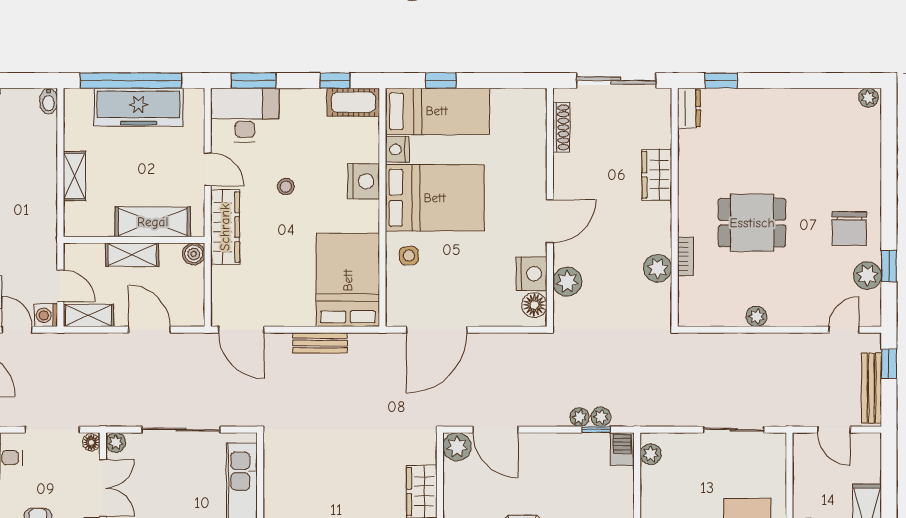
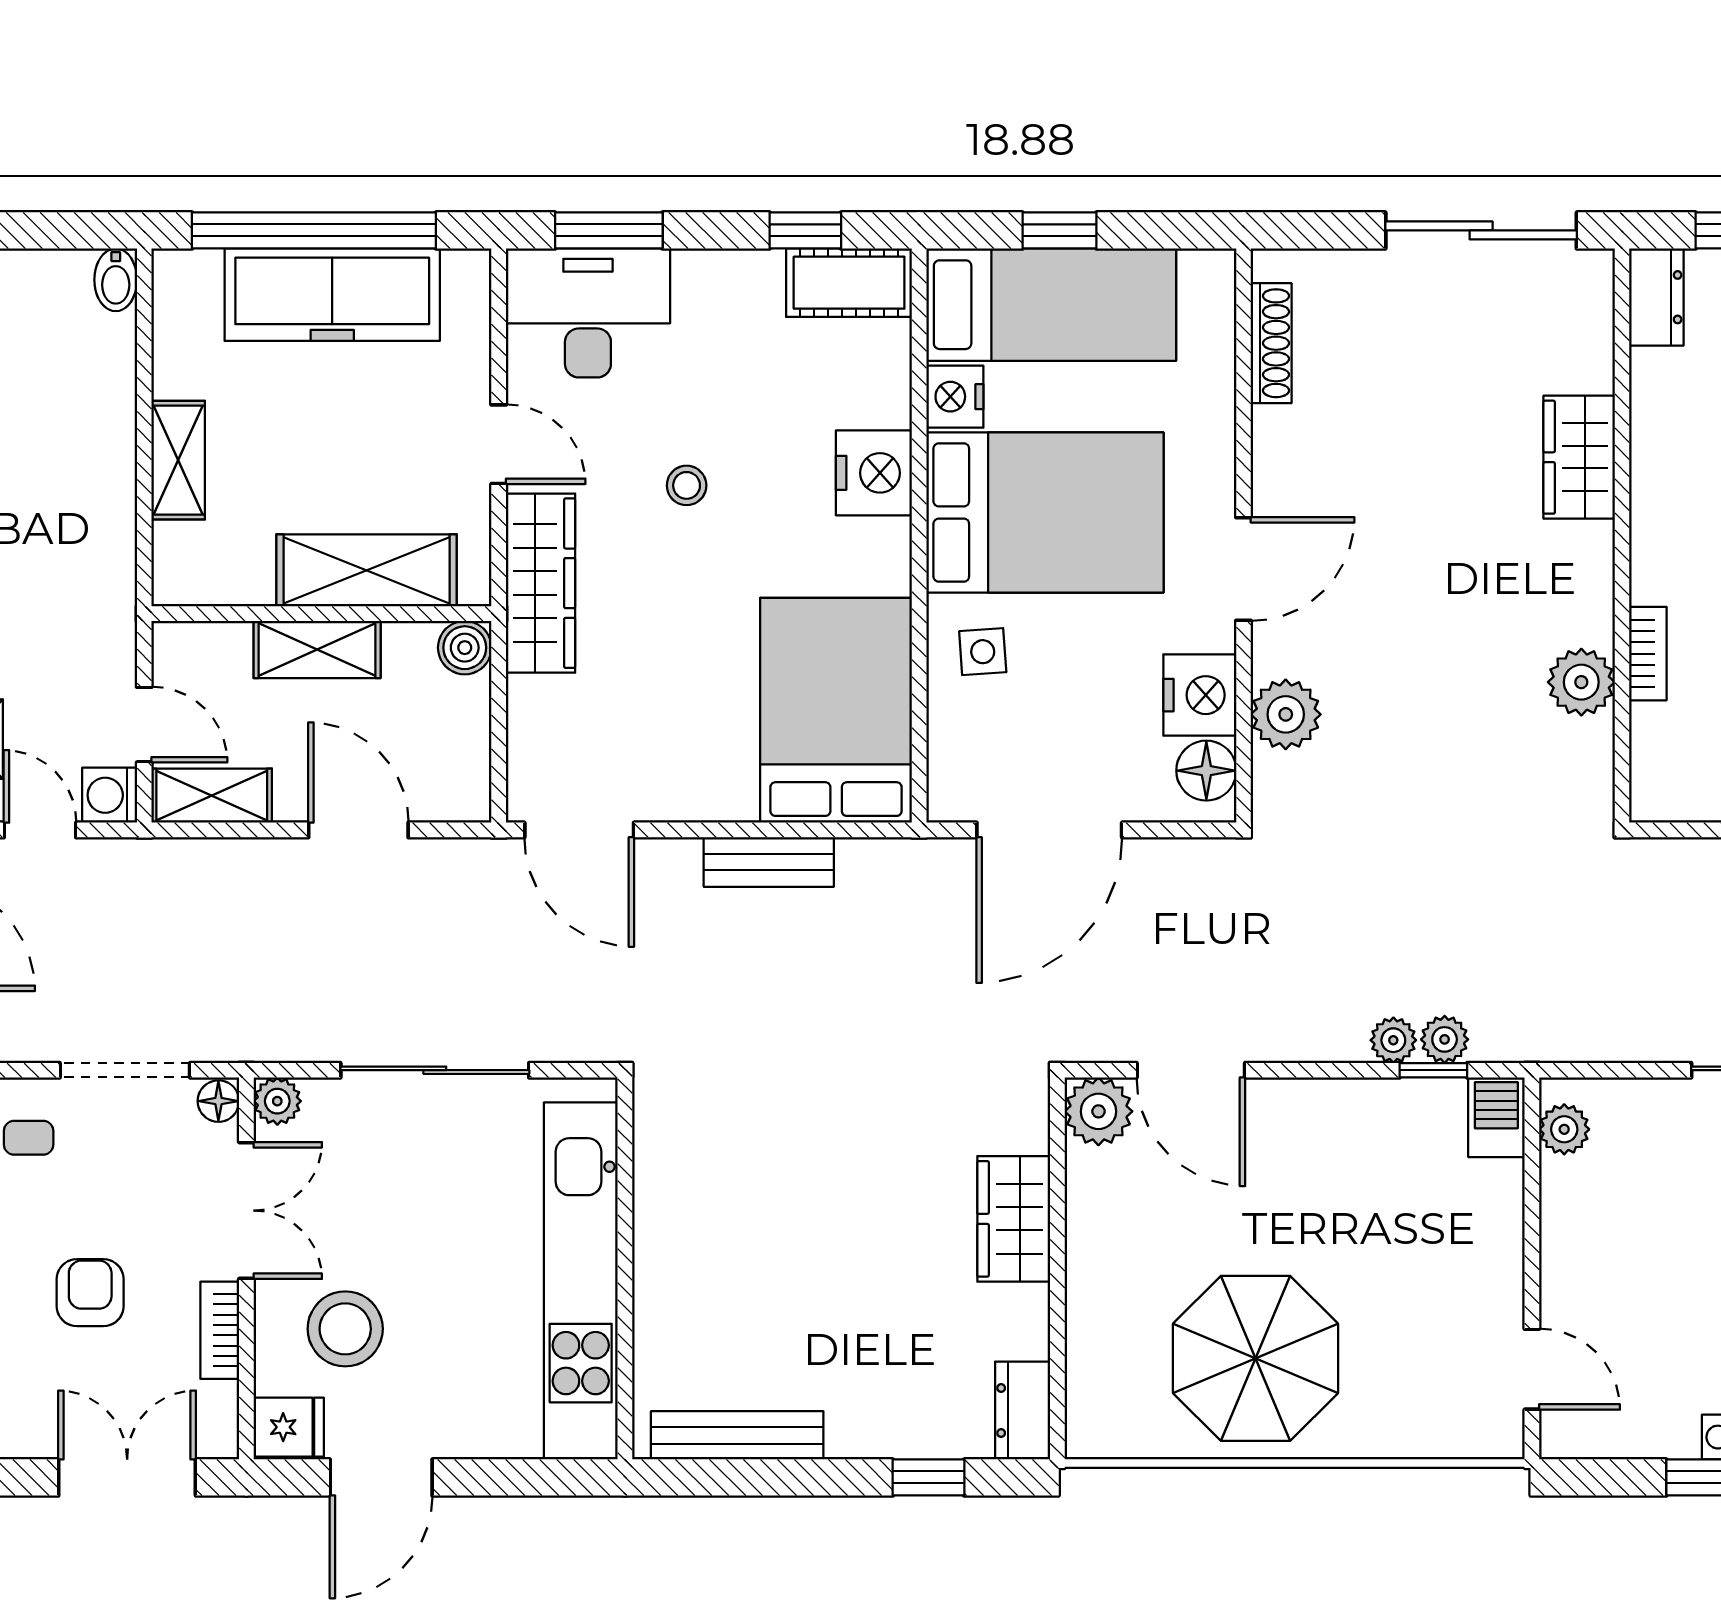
shoe rack: (561, 127) -> (1271, 343), moved
wall: (550, 207) -> (1244, 536), moved
door: (550, 221) -> (1244, 569), moved
nightstand: (532, 274) -> (1200, 695), moved
plant: (567, 282) -> (1286, 714), moved
floor lamp: (534, 305) -> (1206, 771), moved

